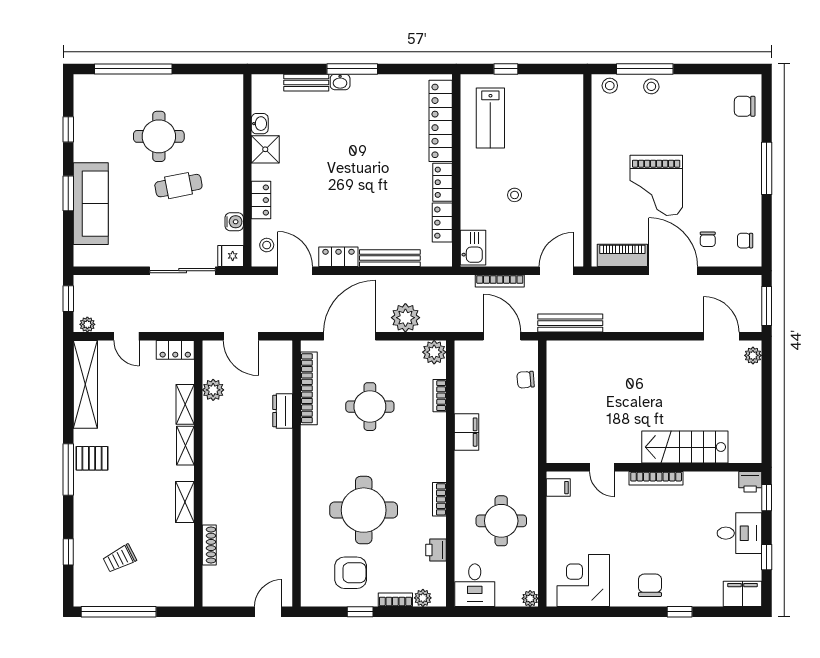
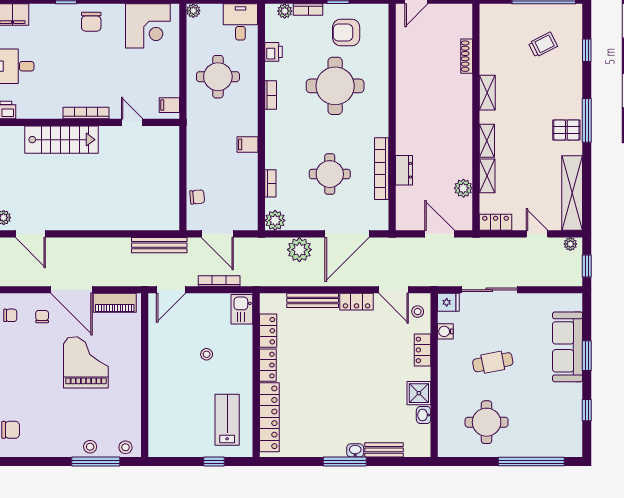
round table: (159, 136) -> (487, 422), moved
bookcase: (309, 388) -> (382, 169), moved
filing cabinet: (466, 432) -> (247, 144), width x0.50

